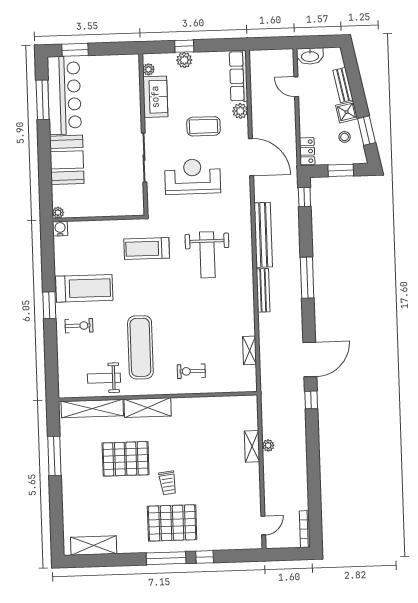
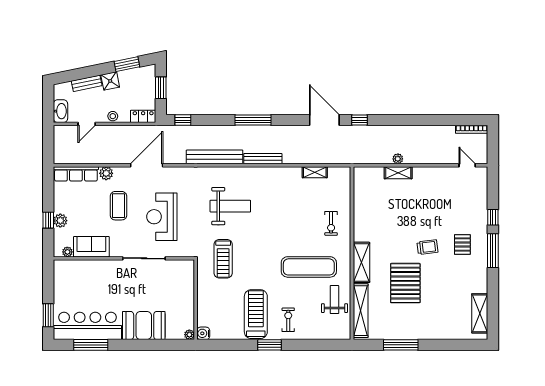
stool: (345, 137) -> (113, 116), moved
weight bench: (104, 378) -> (334, 300), turned 180
pallet: (172, 523) -> (462, 245), width x0.49, depth x0.50

